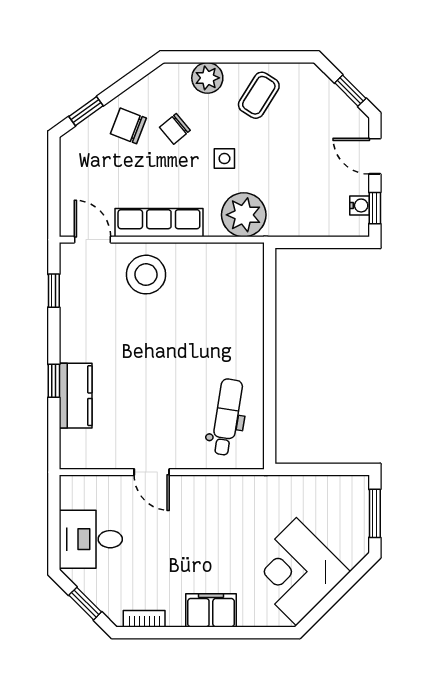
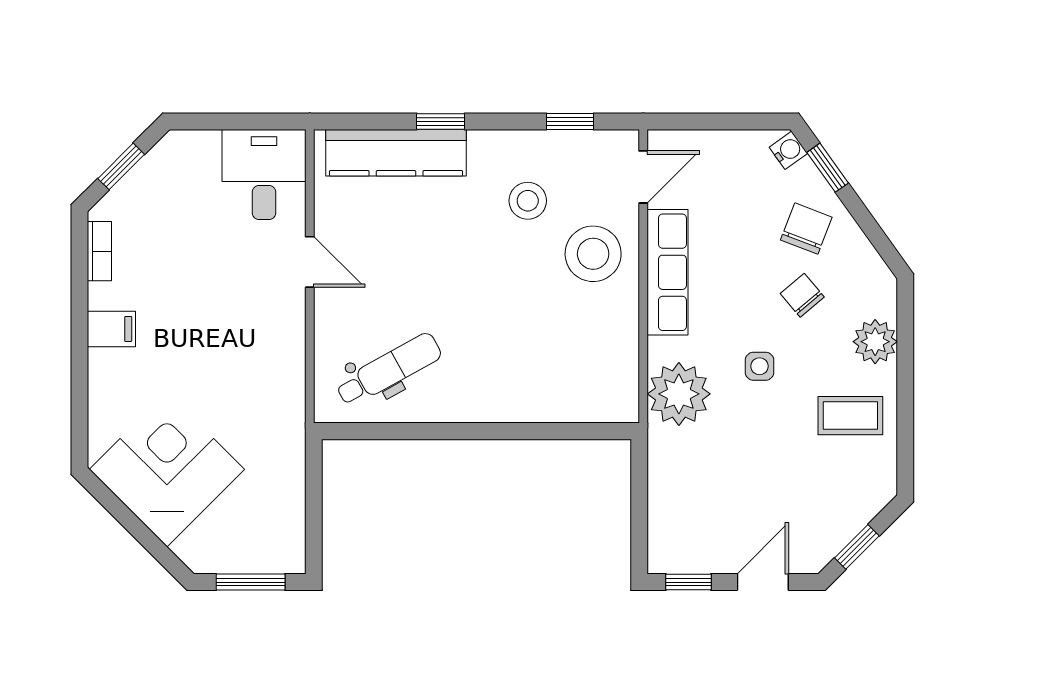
coffee table: (259, 95) -> (850, 416), turned -32
water cooler: (360, 205) -> (788, 150), moved, turned -126
stool: (109, 320) -> (528, 201), added
kitchen counter: (76, 396) -> (396, 153), width x1.50
dental chair: (227, 417) -> (389, 370), turned -38
door: (152, 472) -> (310, 262), swing flipped
desk: (91, 539) -> (264, 175), moved
filing cabinet: (211, 610) -> (111, 329), width x0.50

